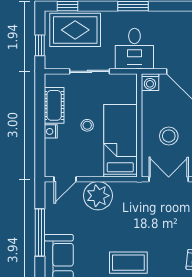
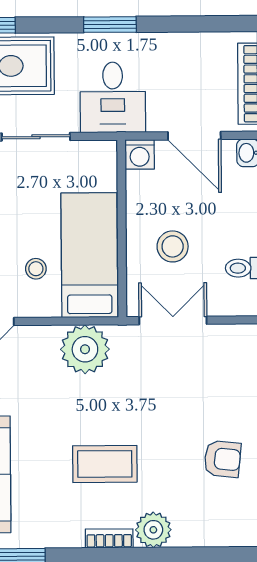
stool: (87, 125) -> (36, 269), moved
plant: (98, 196) -> (85, 349), moved

